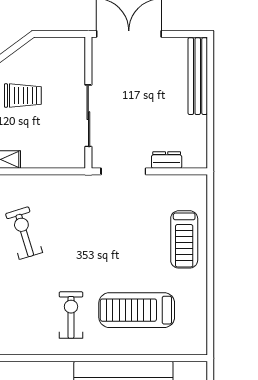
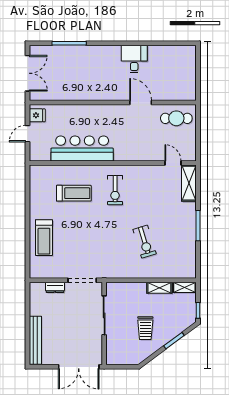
trolley: (23, 96) -> (145, 328), turned -90
treadmill: (184, 239) -> (44, 238), turned 180
treadmill: (137, 310) -> (74, 193), width x0.73, depth x0.73

